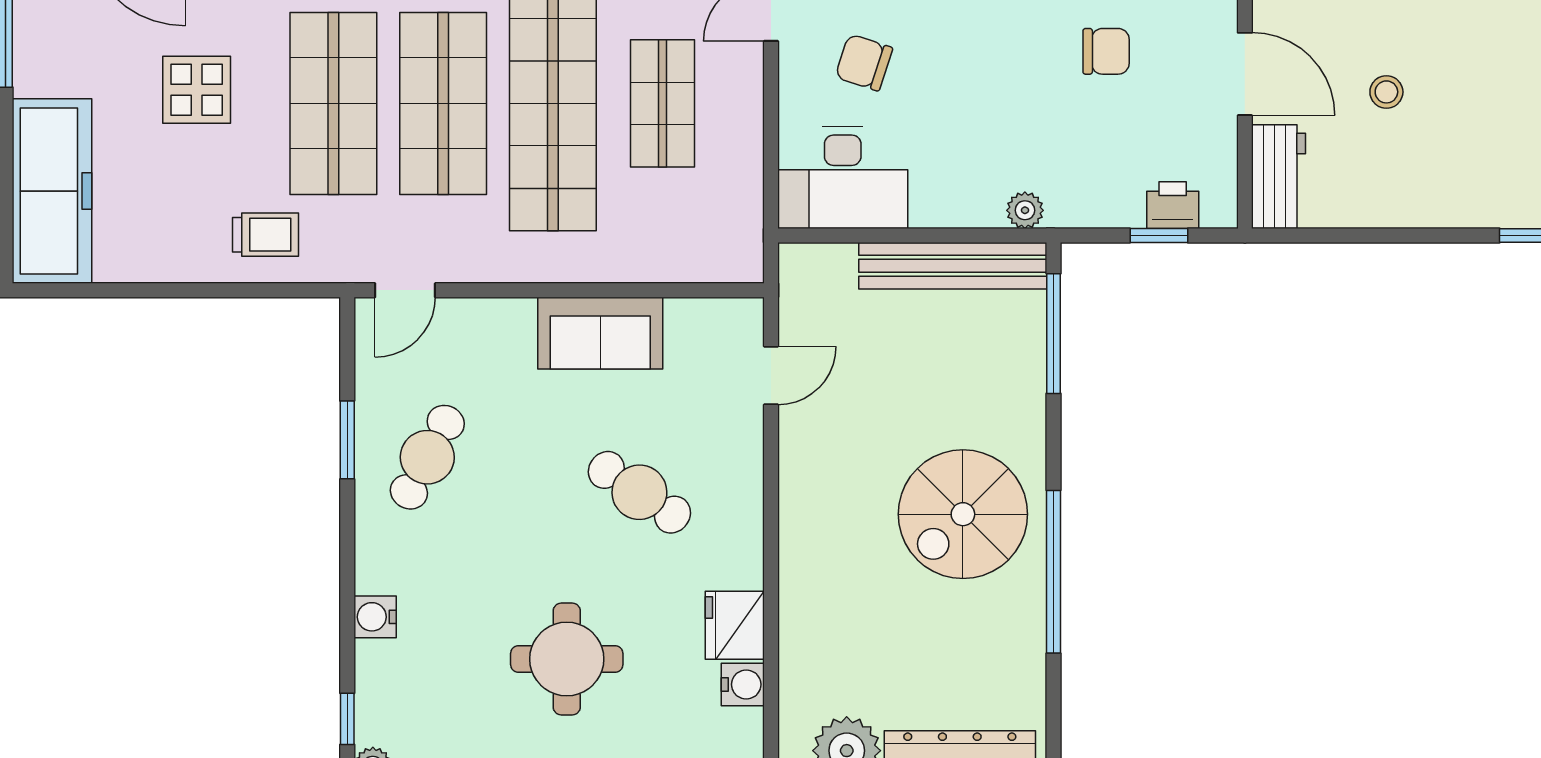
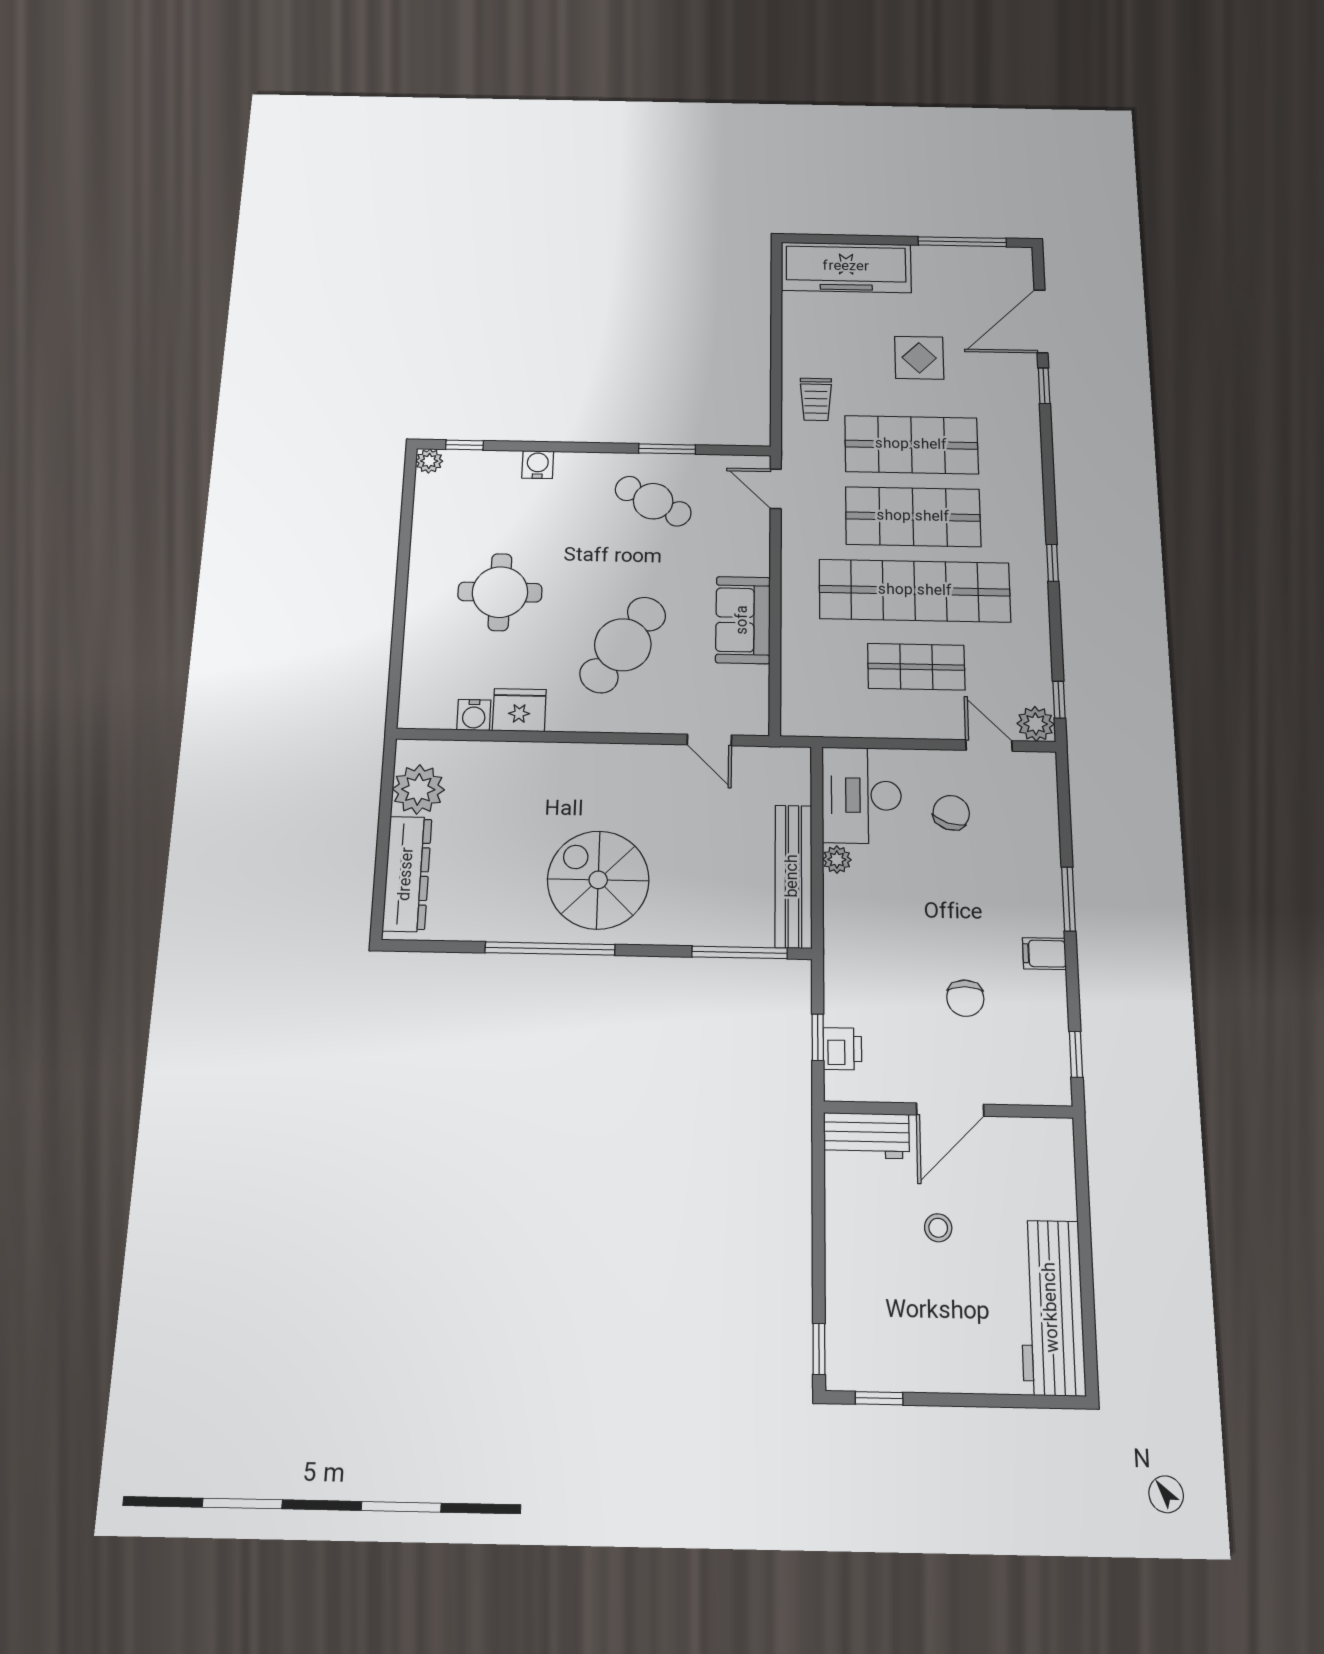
plant: (1025, 210) -> (837, 859), moved
cafe table: (639, 492) -> (623, 645), width x1.37, depth x1.35

